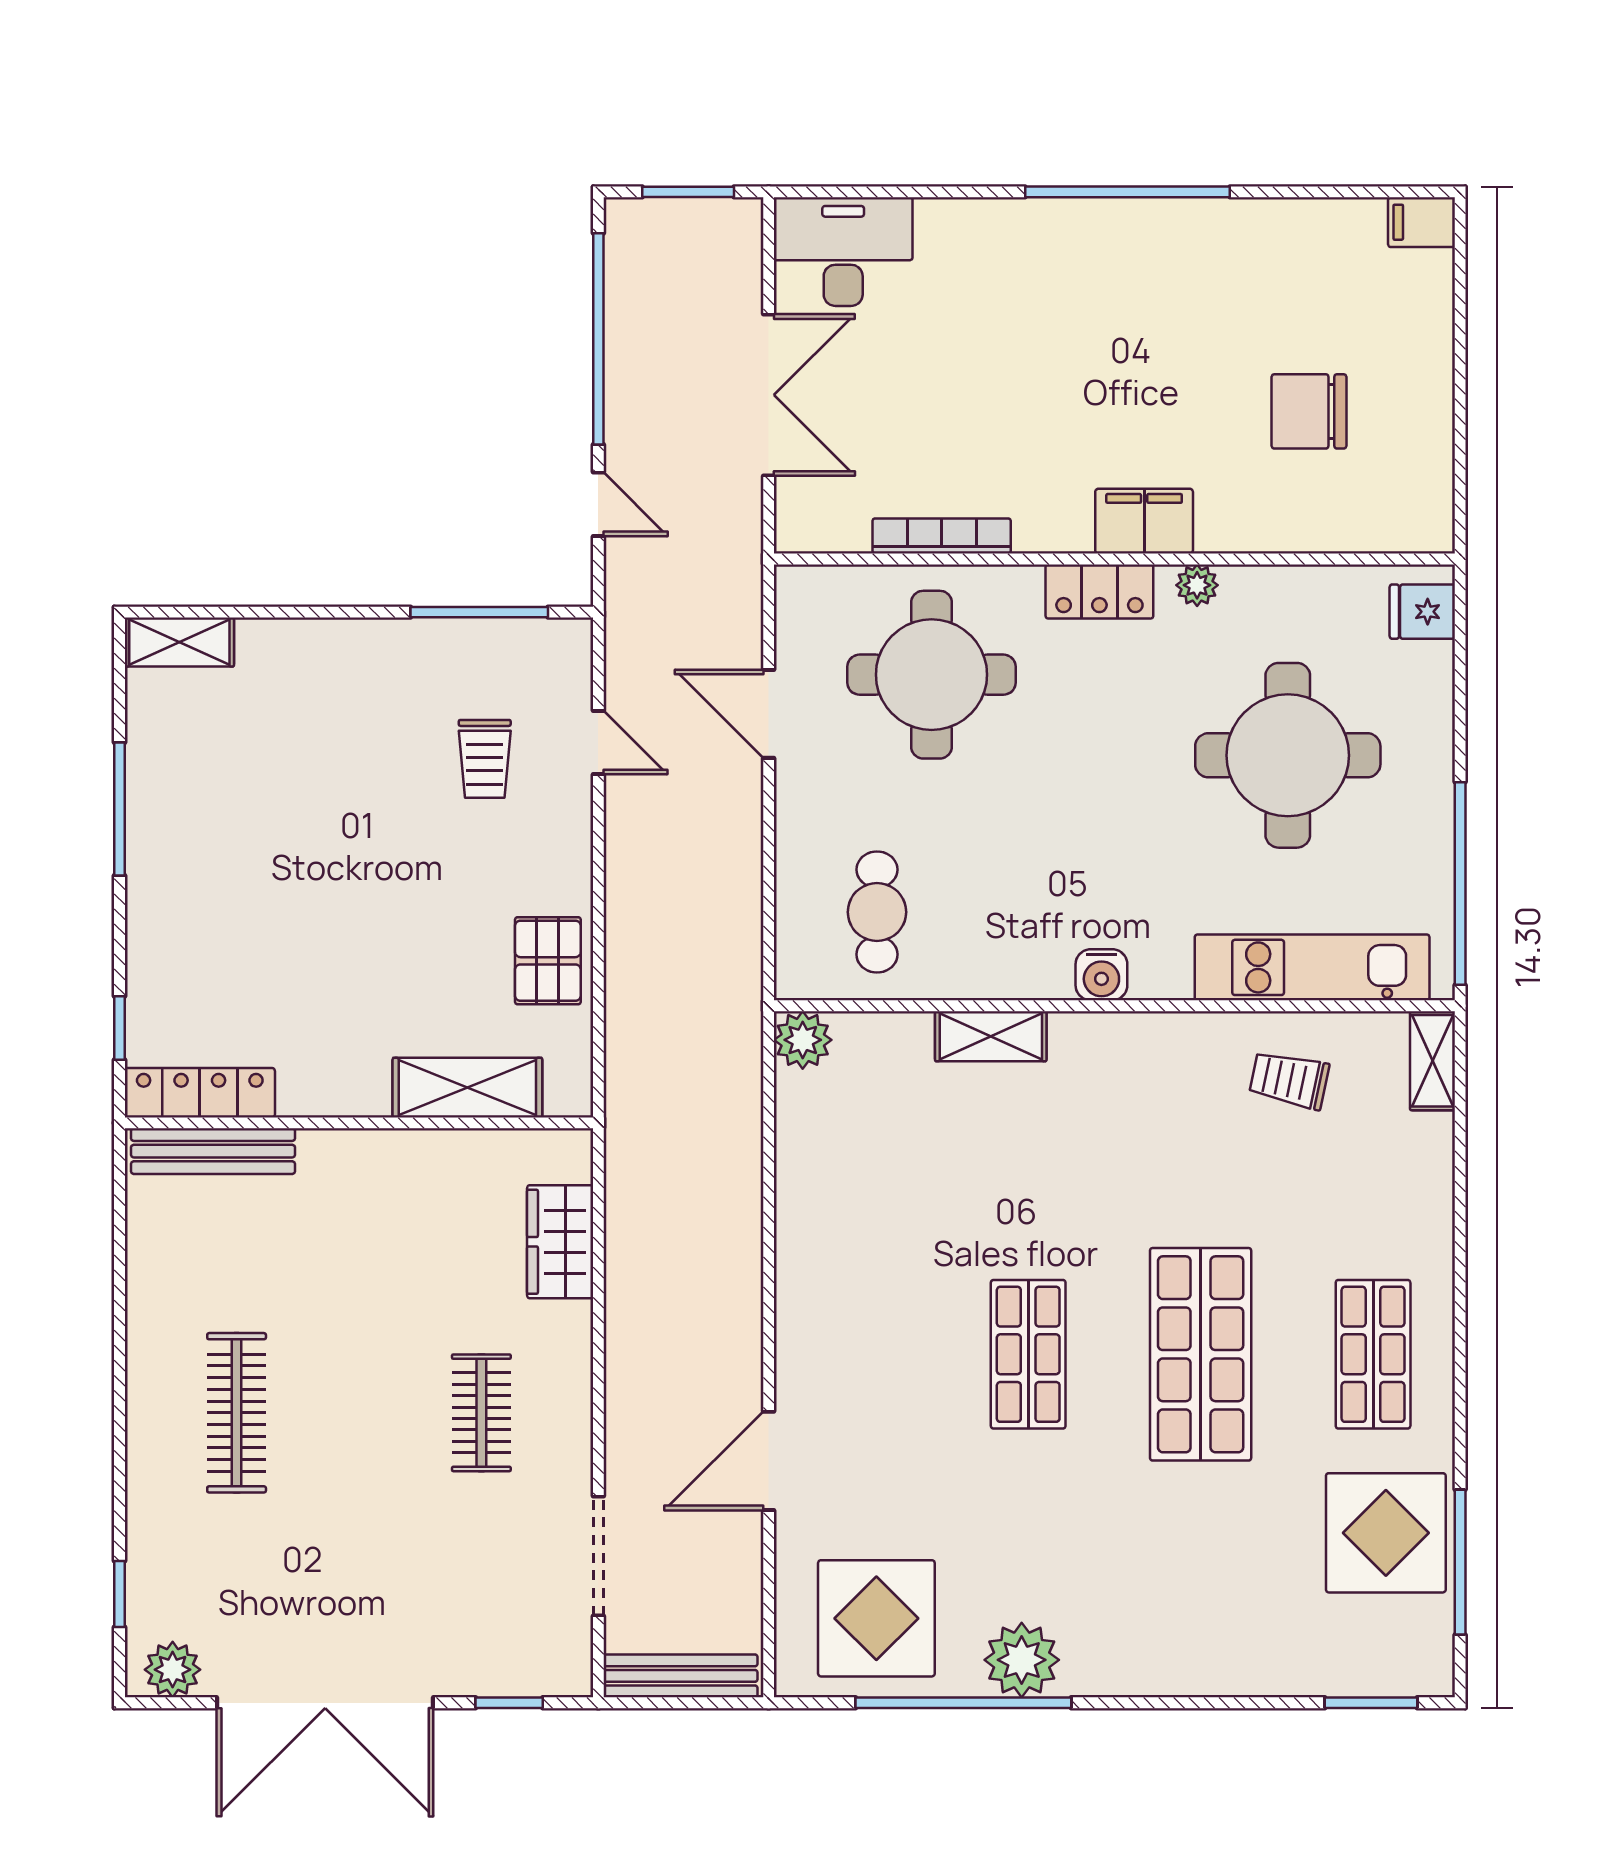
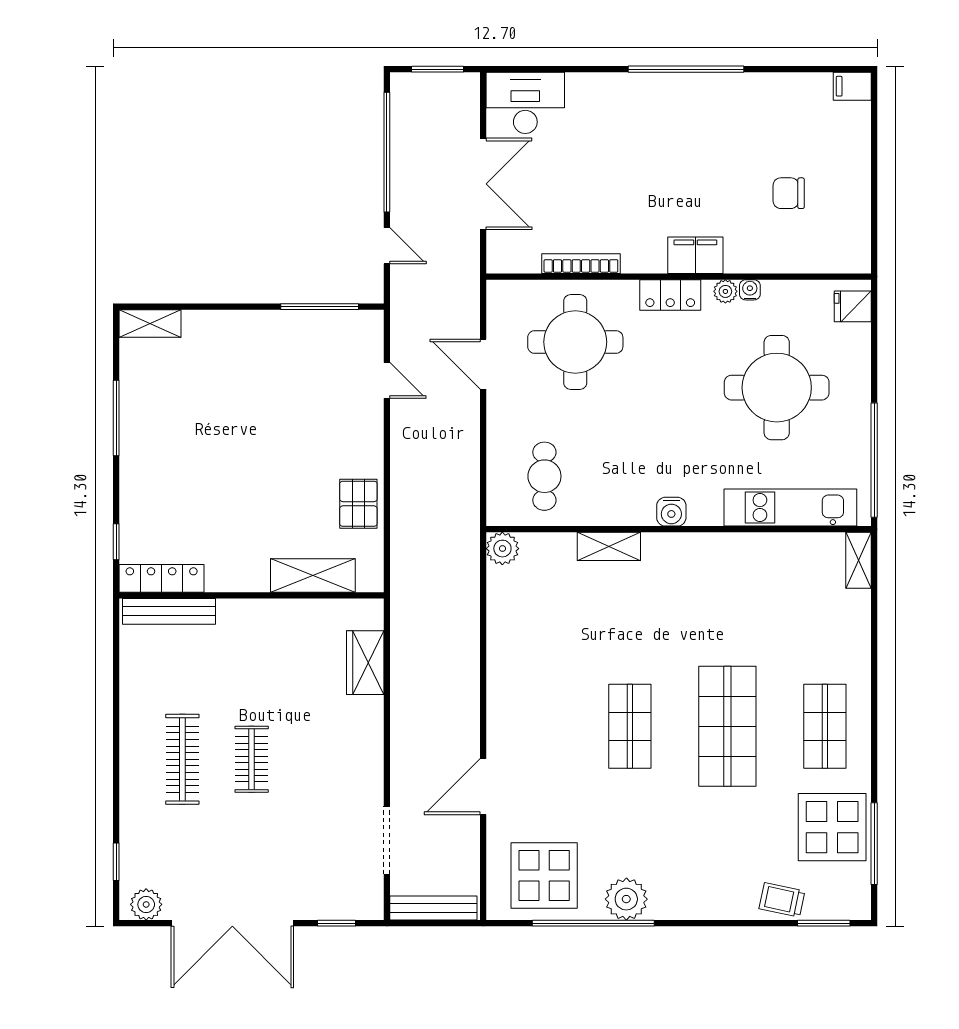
chair: (1309, 411) -> (789, 193), width x0.73, depth x0.73
water cooler: (1240, 582) -> (750, 290), added
trolley: (485, 759) -> (323, 390), removed
trolley: (1289, 1080) -> (782, 900), moved
clothes rail: (481, 1413) -> (252, 759), moved

